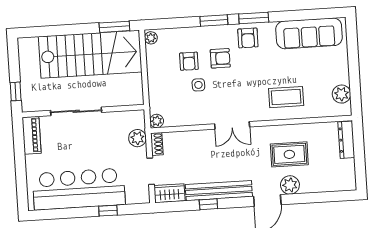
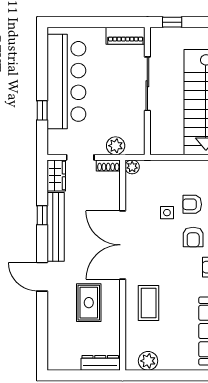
double door: (232, 125) -> (123, 245), width x1.87
plant: (290, 185) -> (57, 301), removed

